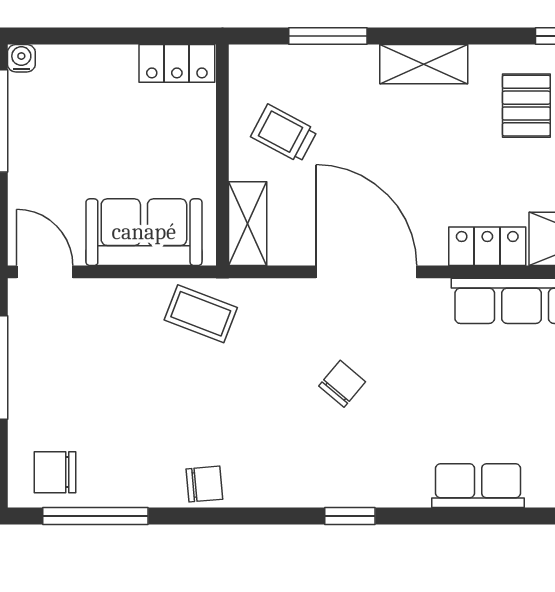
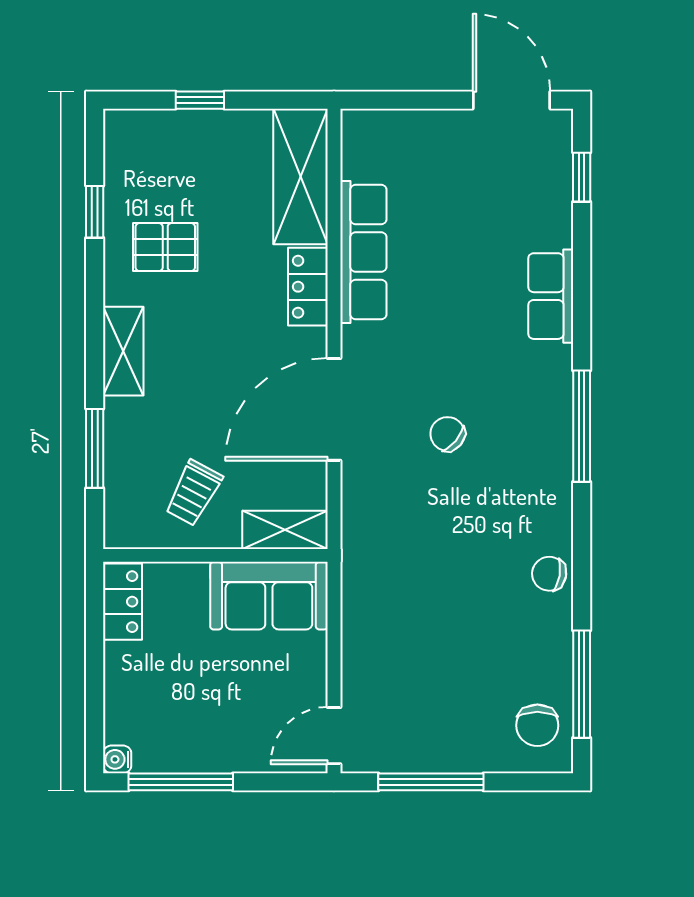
sofa: (144, 232) -> (269, 596), moved, turned -90
coffee table: (201, 314) -> (376, 577), removed
chair: (204, 484) -> (549, 574), turned -75
window: (350, 516) -> (582, 426), width x2.17

